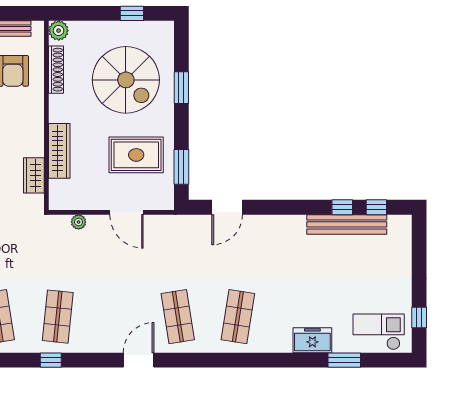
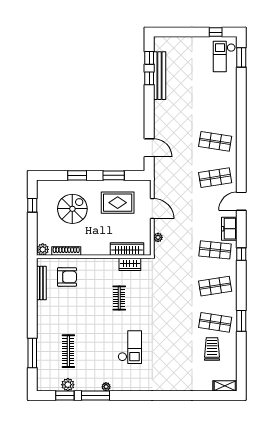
spiral stairs: (126, 80) -> (72, 209), width x0.73, depth x0.73
wardrobe: (59, 151) -> (127, 249), moved
rug: (136, 155) -> (118, 203), turned 90
window: (181, 167) -> (114, 175), moved
door: (126, 212) -> (152, 209), hinge flipped
freezer: (312, 340) -> (229, 229), moved
door: (139, 360) -> (241, 201), hinge flipped
window: (344, 360) -> (241, 57), moved

